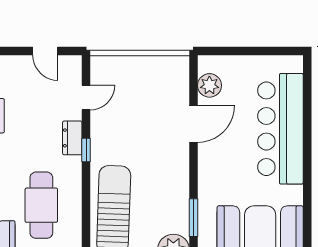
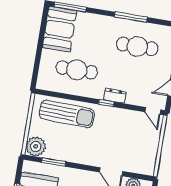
door: (86, 98) -> (153, 111), moved

